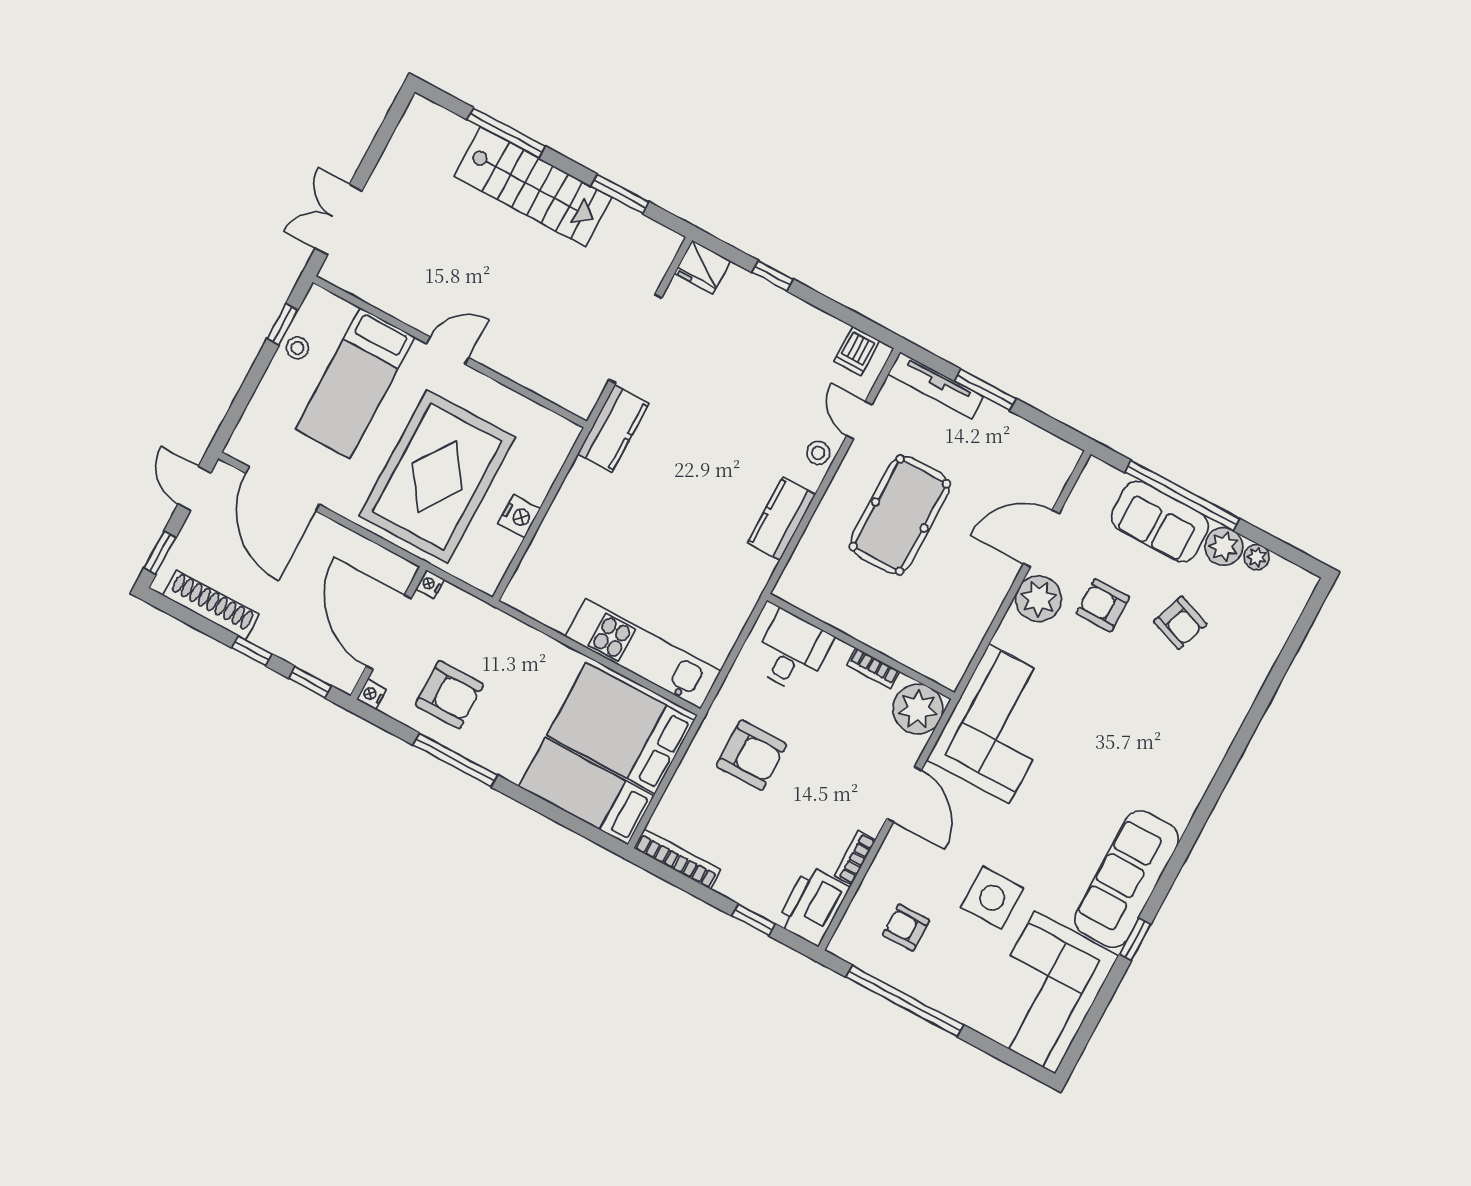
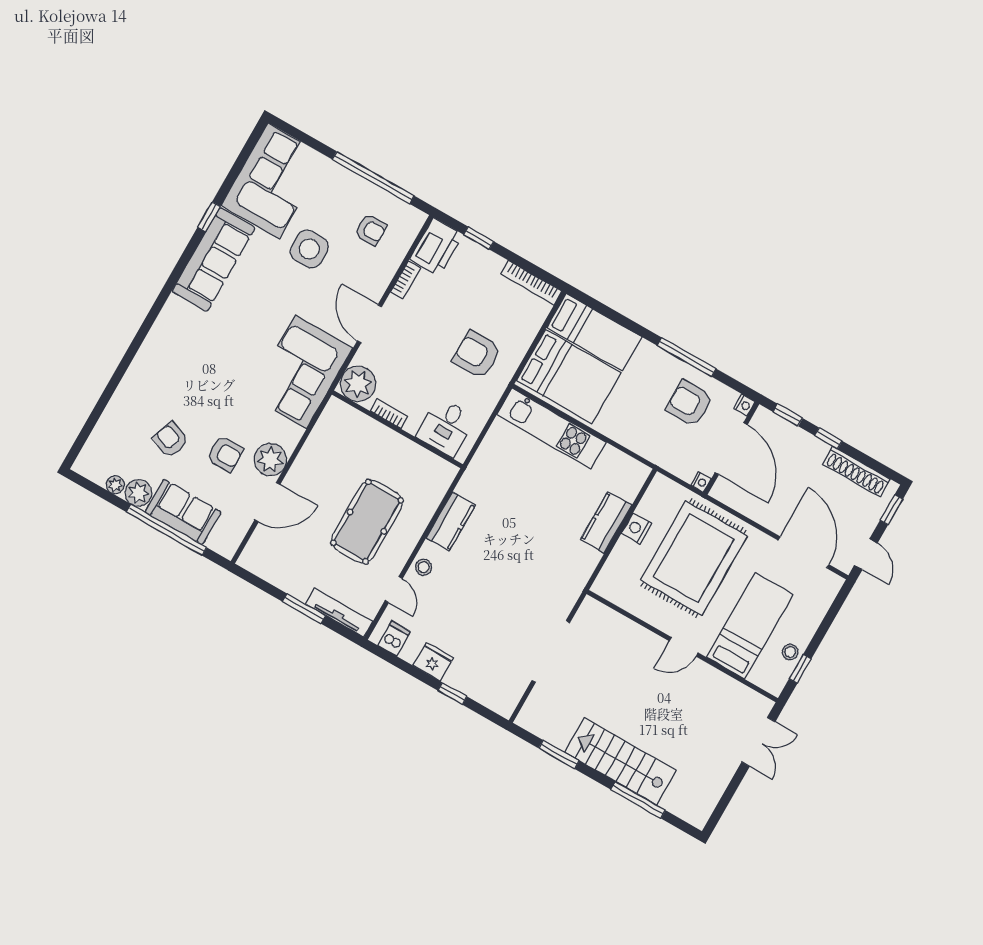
fridge: (702, 267) -> (433, 662), moved
kitchen counter: (613, 429) -> (606, 522), moved

